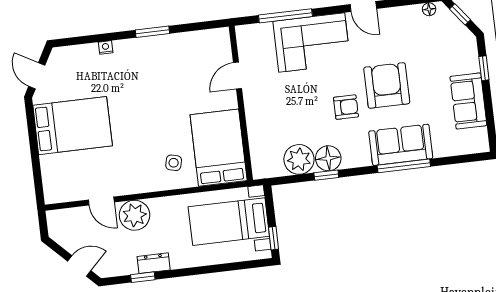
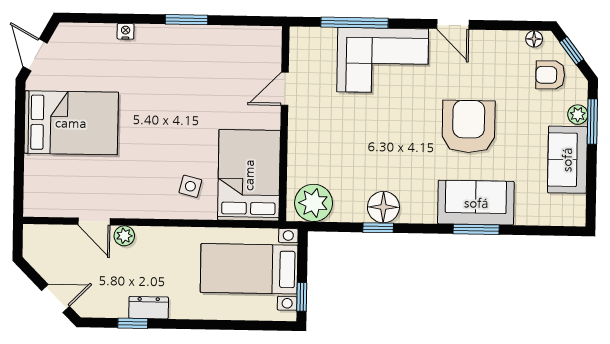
plant: (472, 64) -> (578, 115), added
window: (484, 68) -> (592, 122), width x1.50
armchair: (346, 107) -> (550, 75), moved, turned 180
plant: (299, 159) -> (314, 203), moved
window: (404, 166) -> (476, 229), width x0.69
plant: (135, 215) -> (124, 236), width x0.53, depth x0.53

